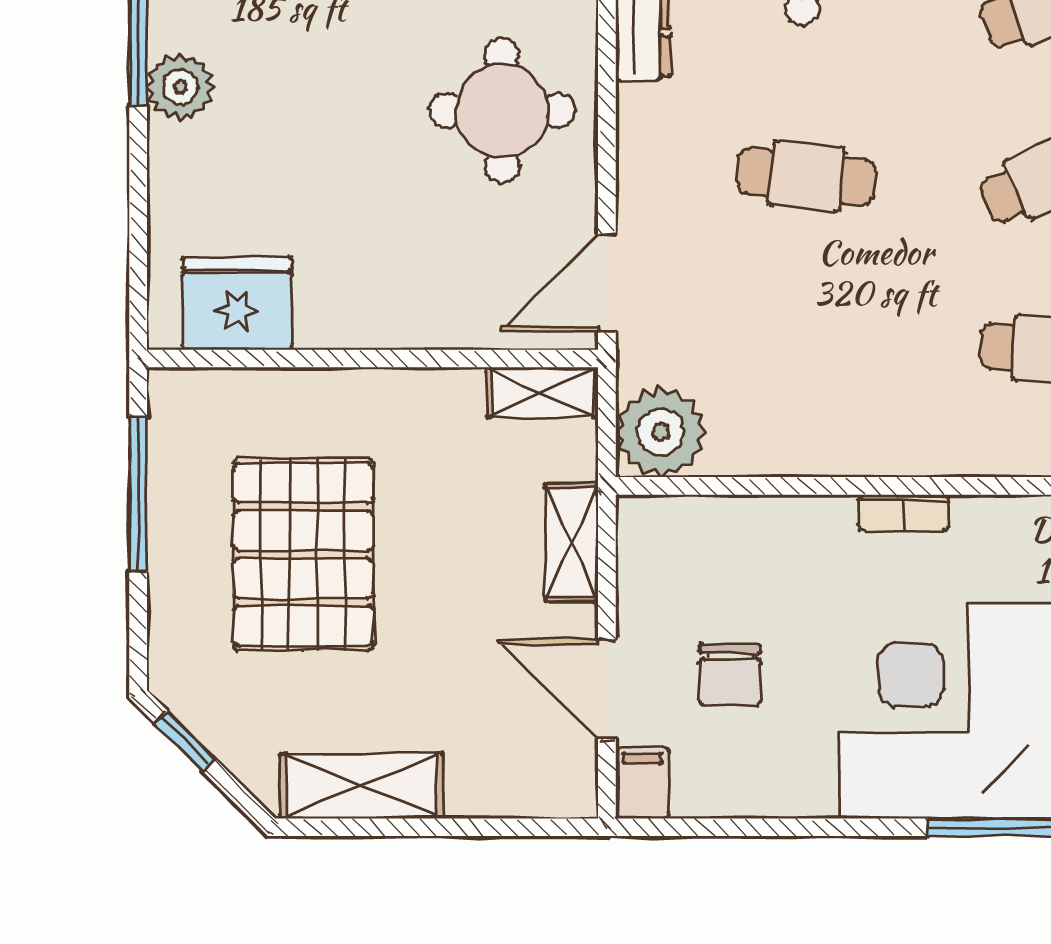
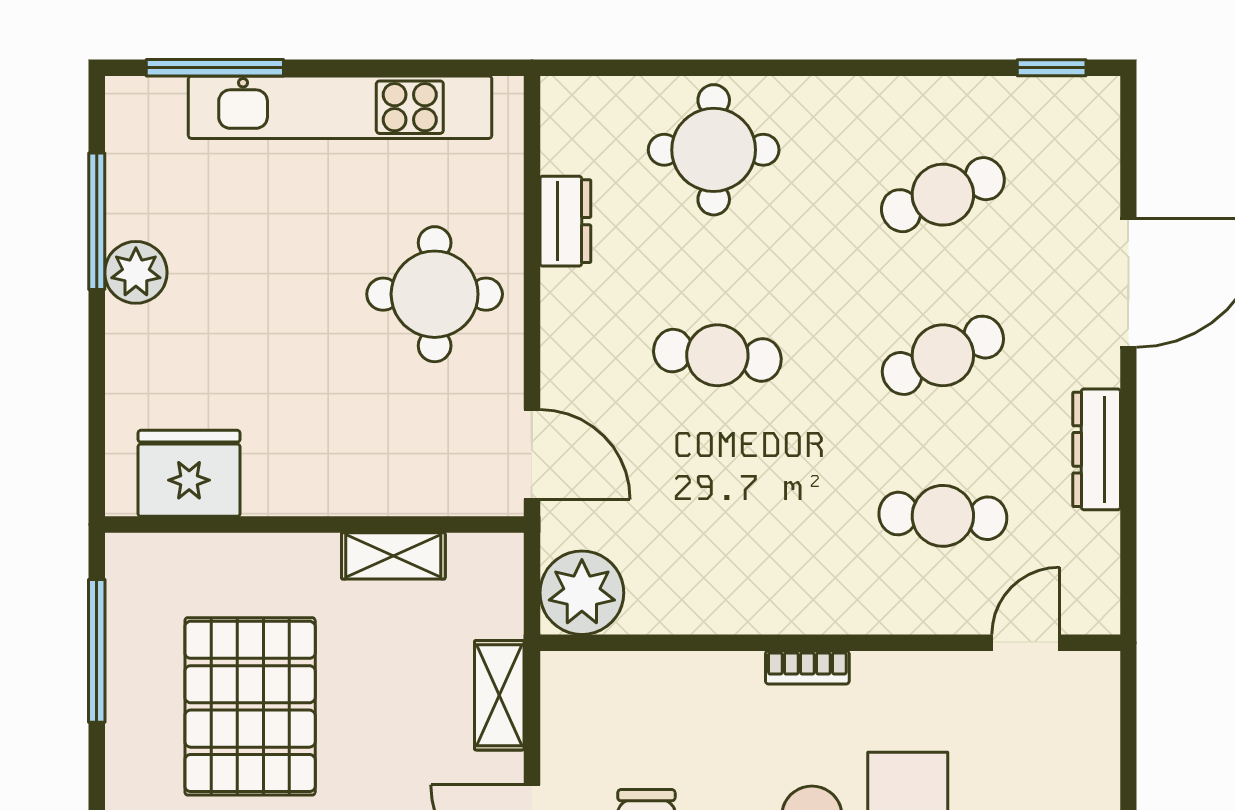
door: (607, 283) -> (532, 454), swing flipped
shelving: (542, 392) -> (393, 556), moved

